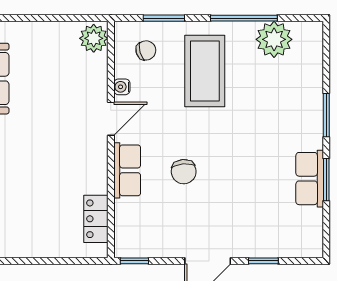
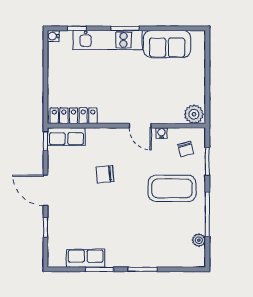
plant: (274, 39) -> (199, 240), width x0.53, depth x0.53
row of seats: (127, 170) -> (66, 137), moved
row of seats: (310, 179) -> (86, 258), moved
locker: (96, 219) -> (74, 116), width x1.53

